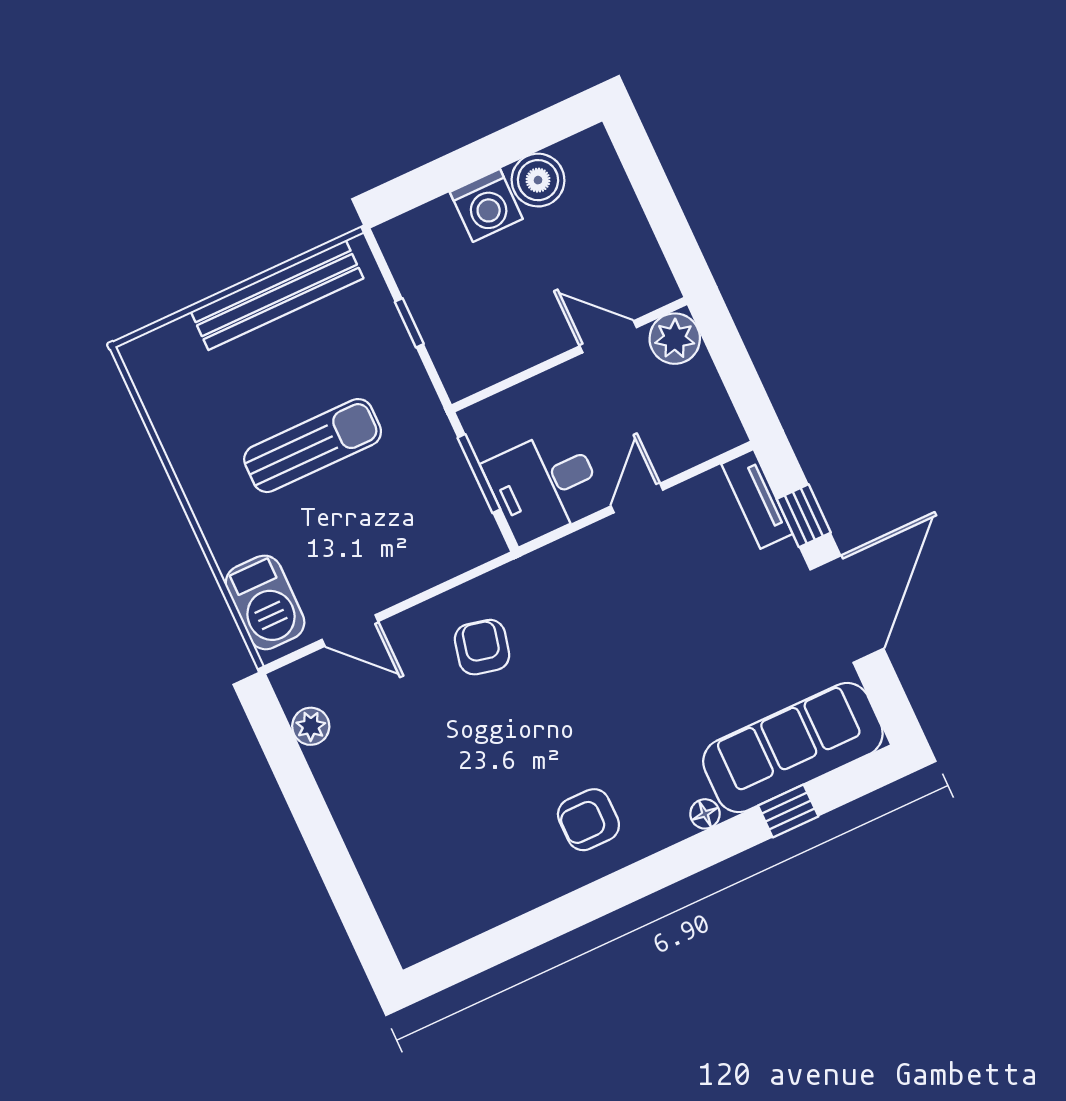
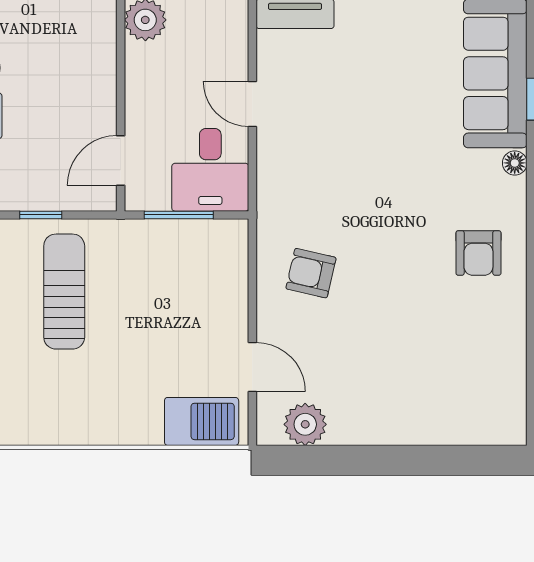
door: (608, 337) -> (121, 160), moved
sun lounger: (313, 446) -> (64, 292), moved
door: (350, 631) -> (252, 367), hinge flipped
plant: (311, 726) -> (305, 424), width x1.38, depth x1.38

